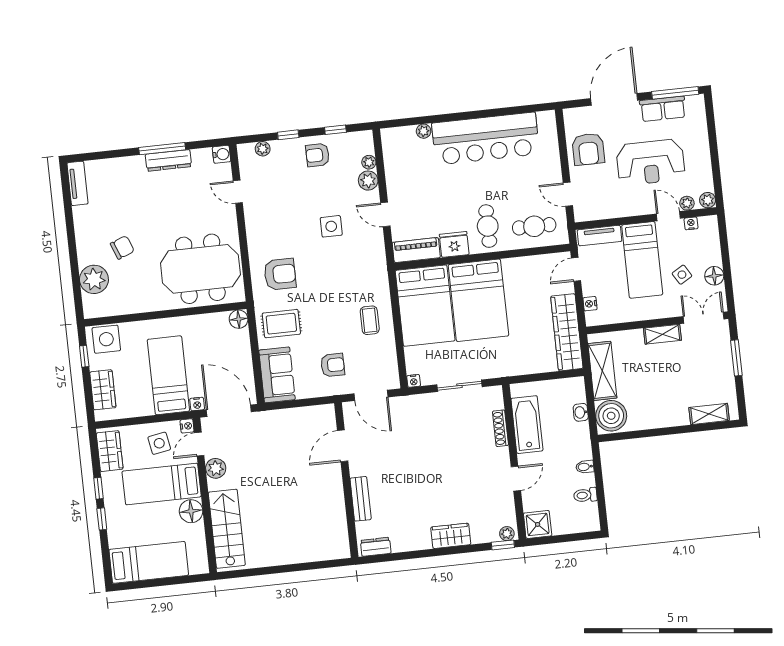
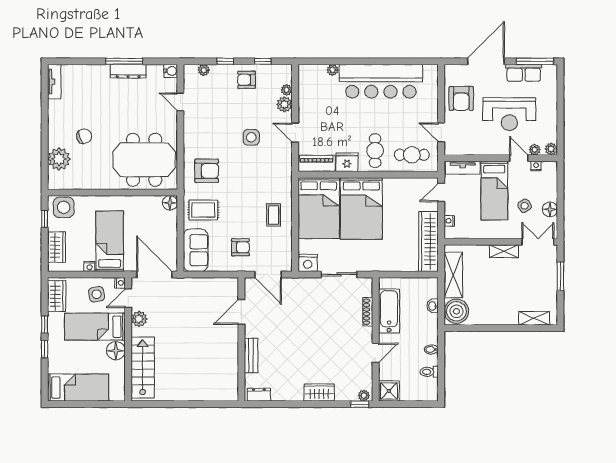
nightstand: (414, 381) -> (308, 263), width x1.89, depth x1.79
nightstand: (197, 404) -> (89, 266), moved

